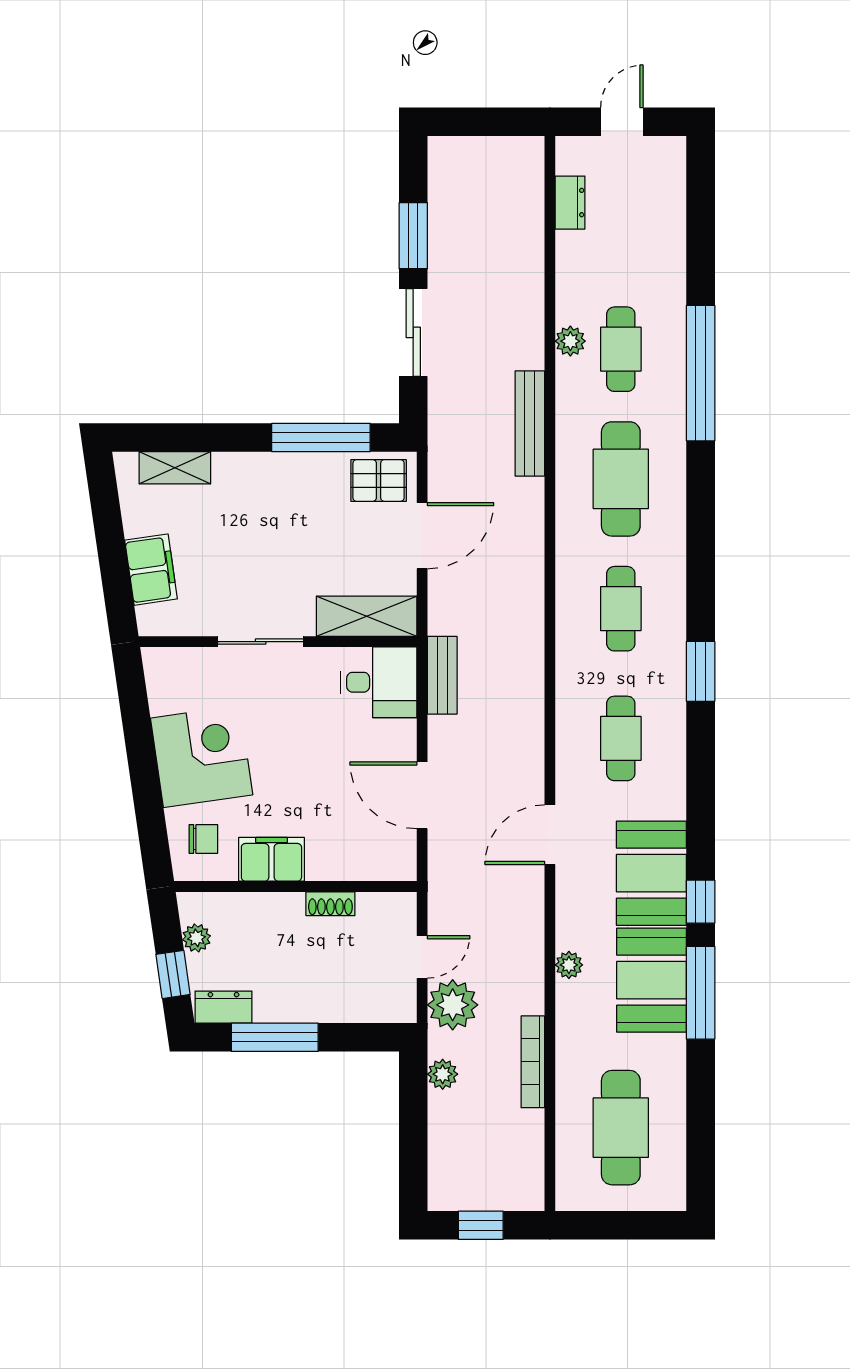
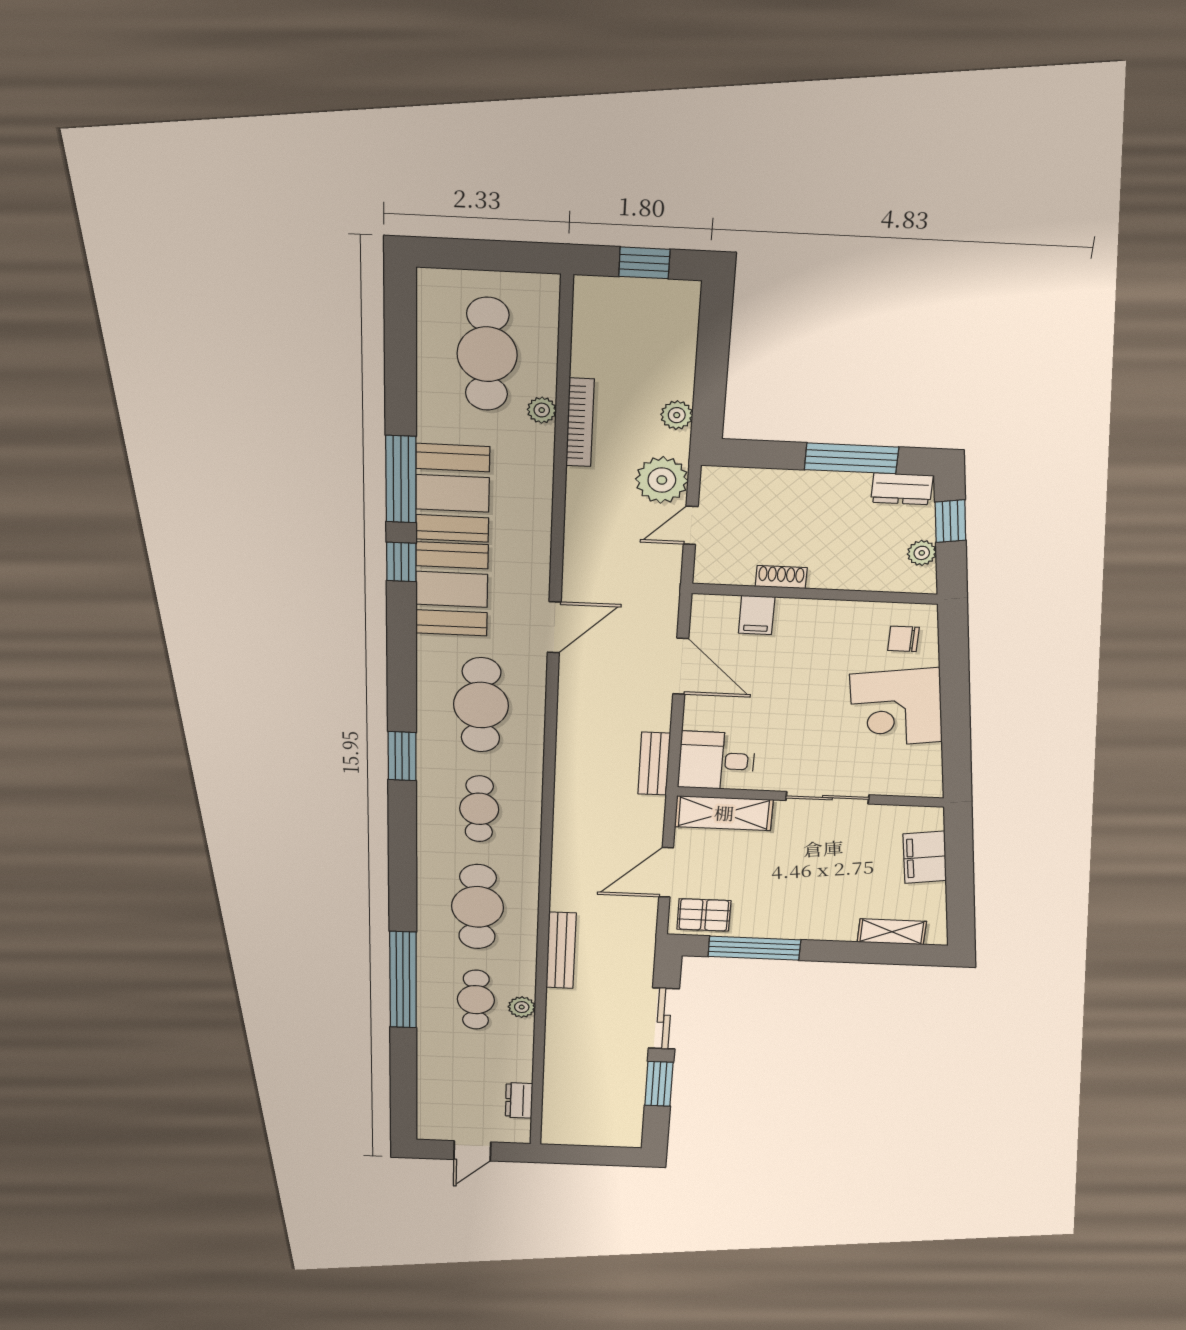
cafe table: (621, 738) -> (481, 705), width x1.37, depth x1.35
filing cabinet: (271, 859) -> (757, 615), moved, width x0.50
plant: (569, 965) -> (542, 410), moved

